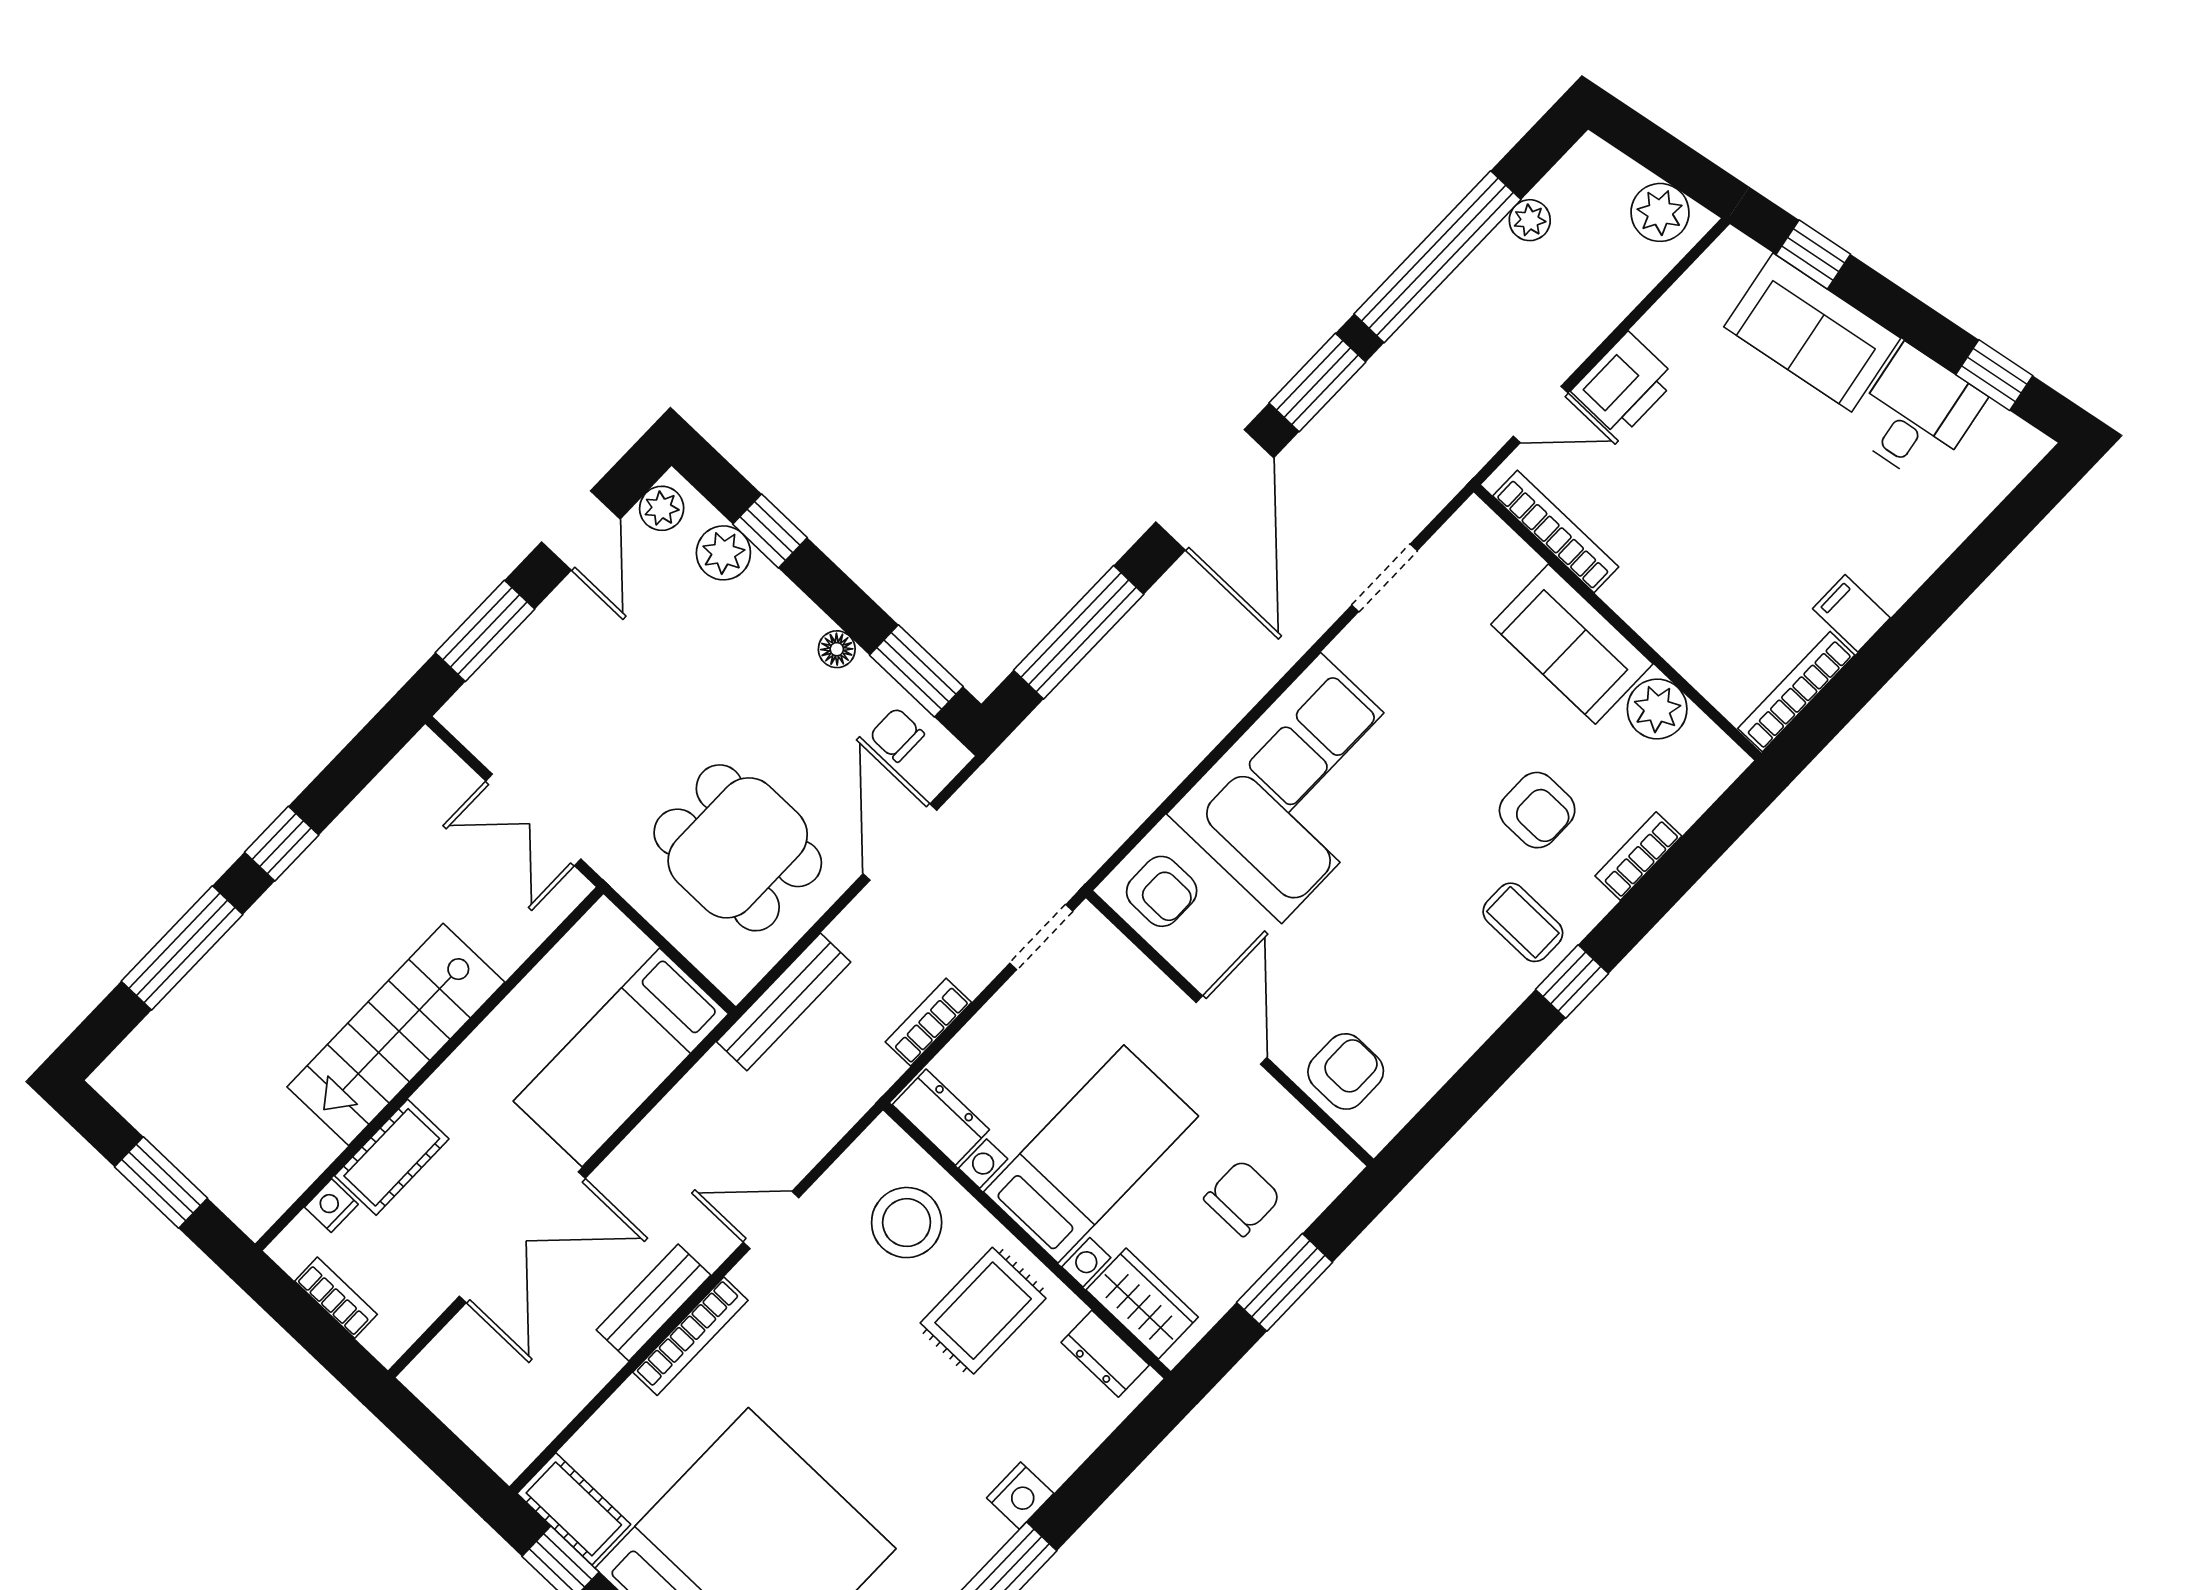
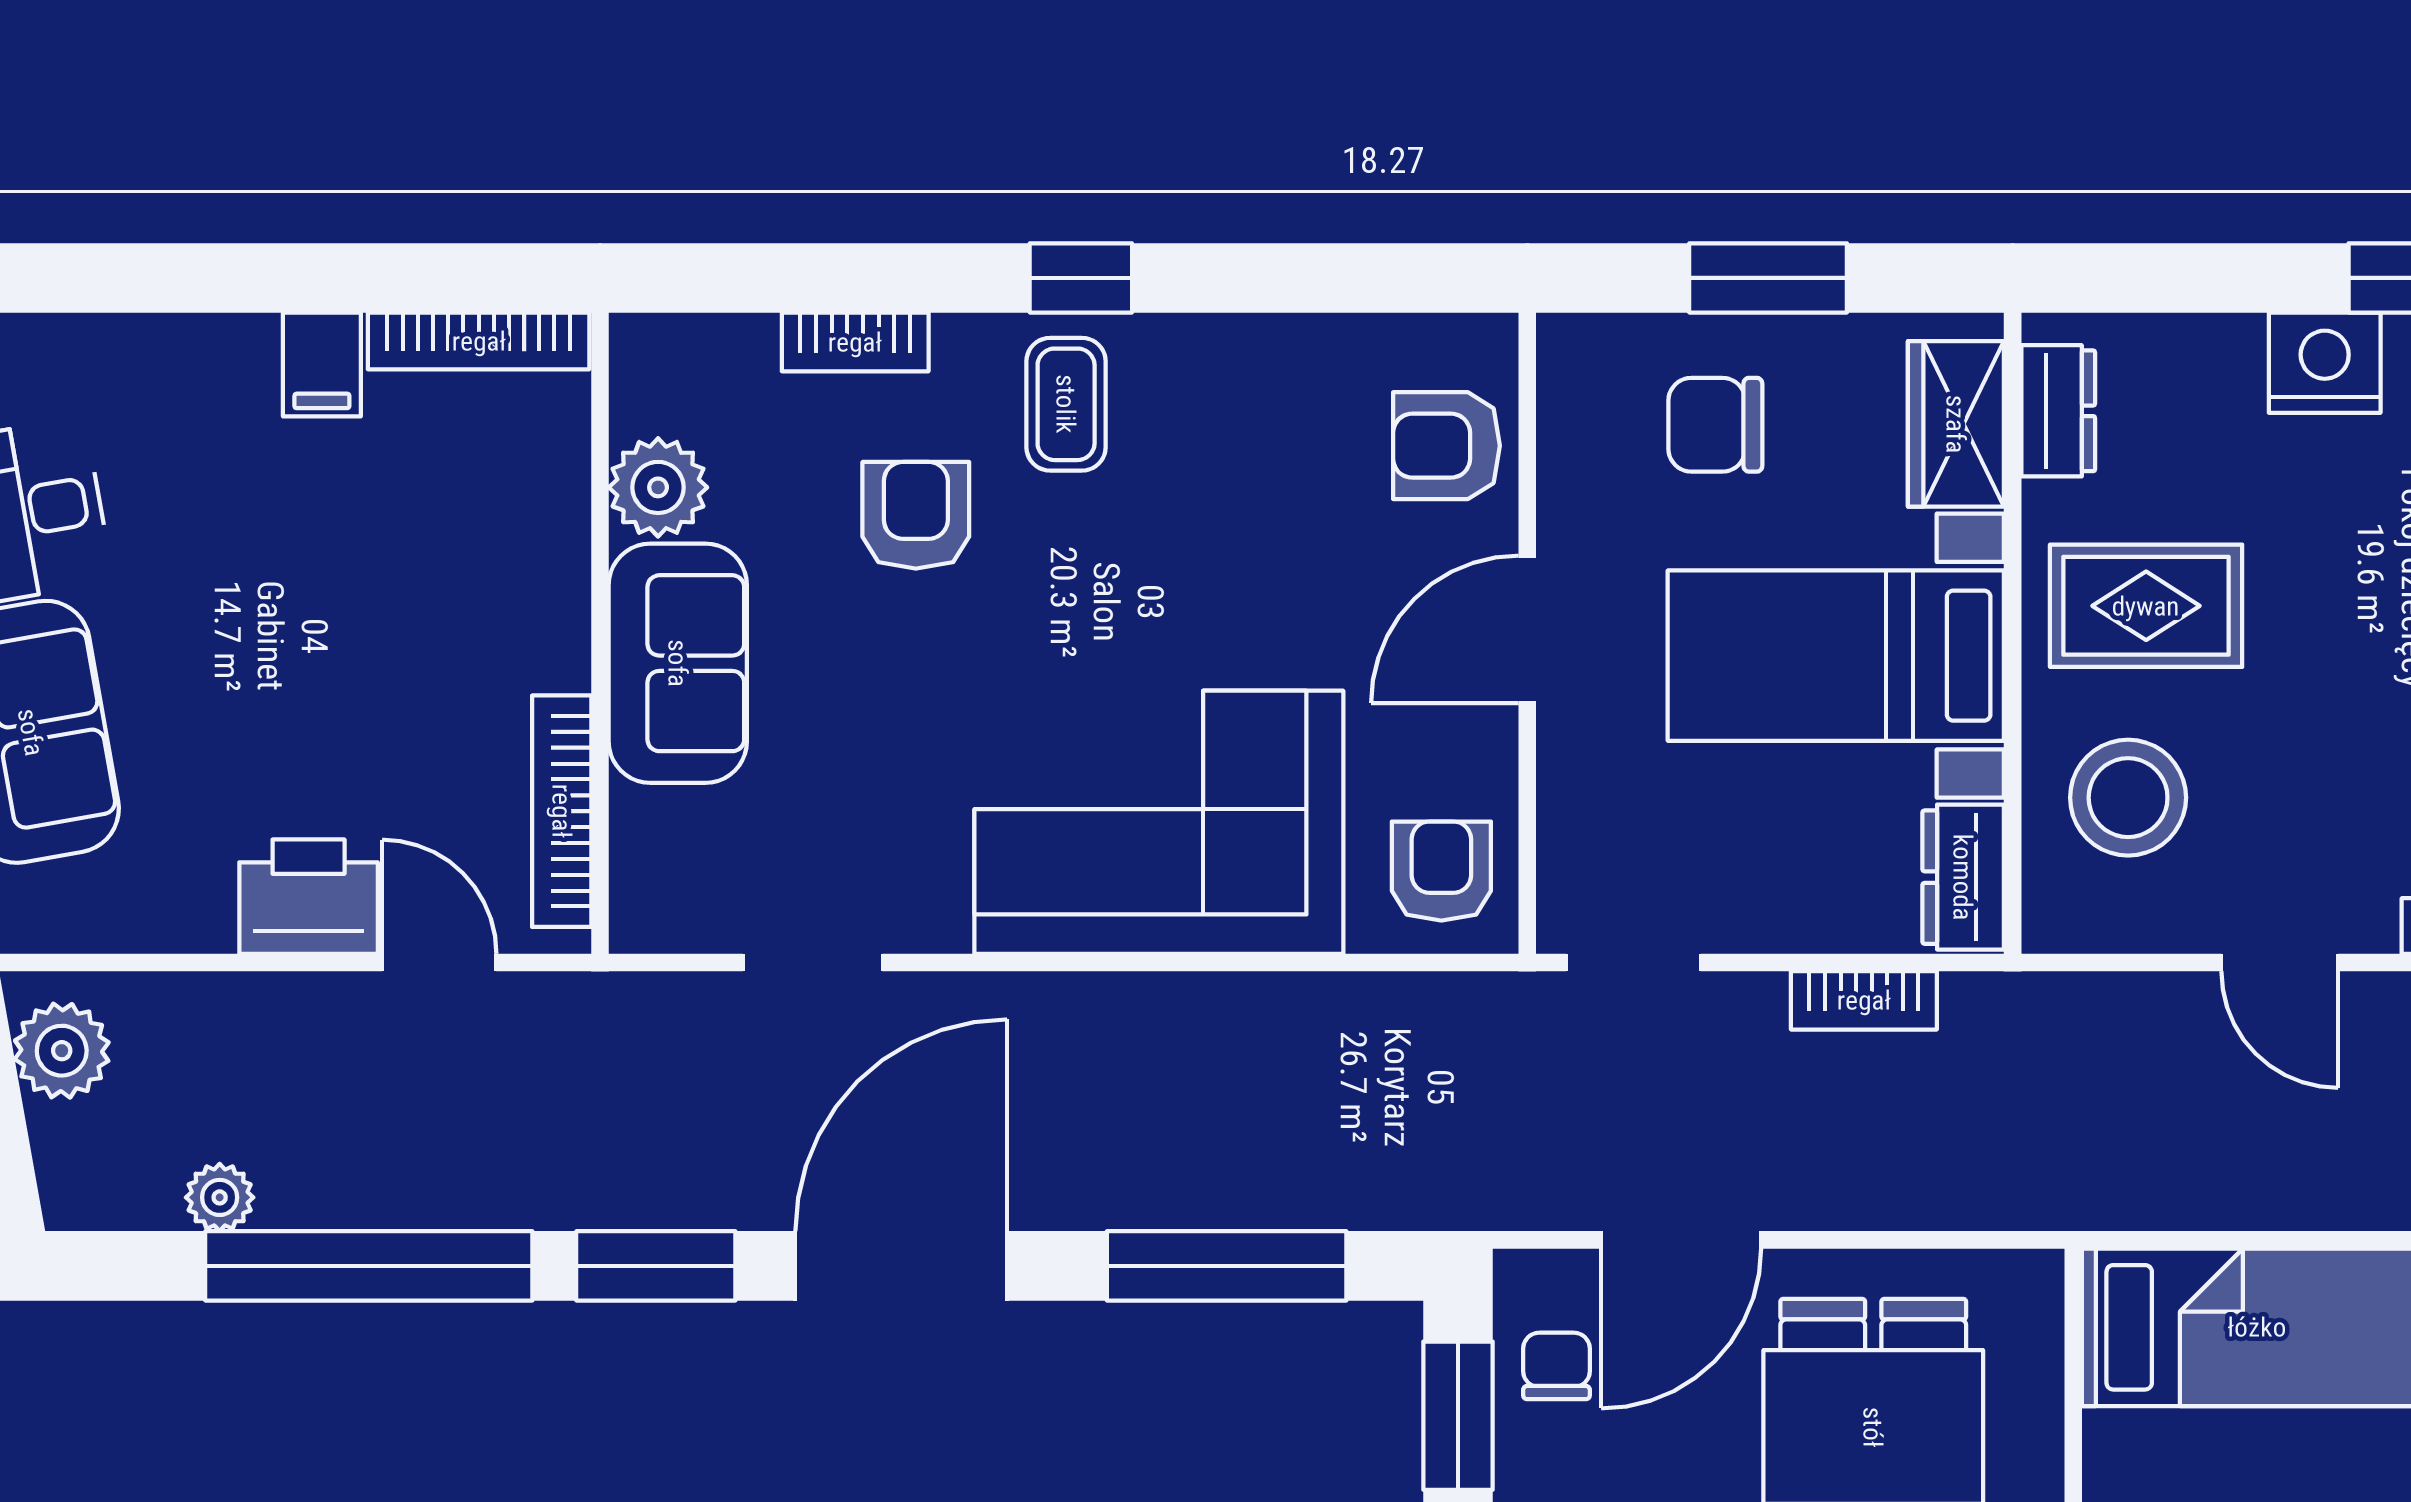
chair: (897, 735) -> (1556, 1366), turned 180
bench: (784, 1002) -> (2005, 1196), removed
nightstand: (1020, 1496) -> (2325, 363), width x1.36, depth x1.33

